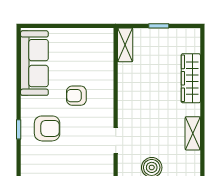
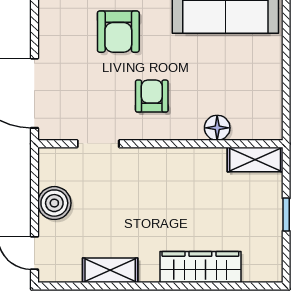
floor lamp: (106, 68) -> (217, 128), added
armchair: (76, 96) -> (152, 96), moved

